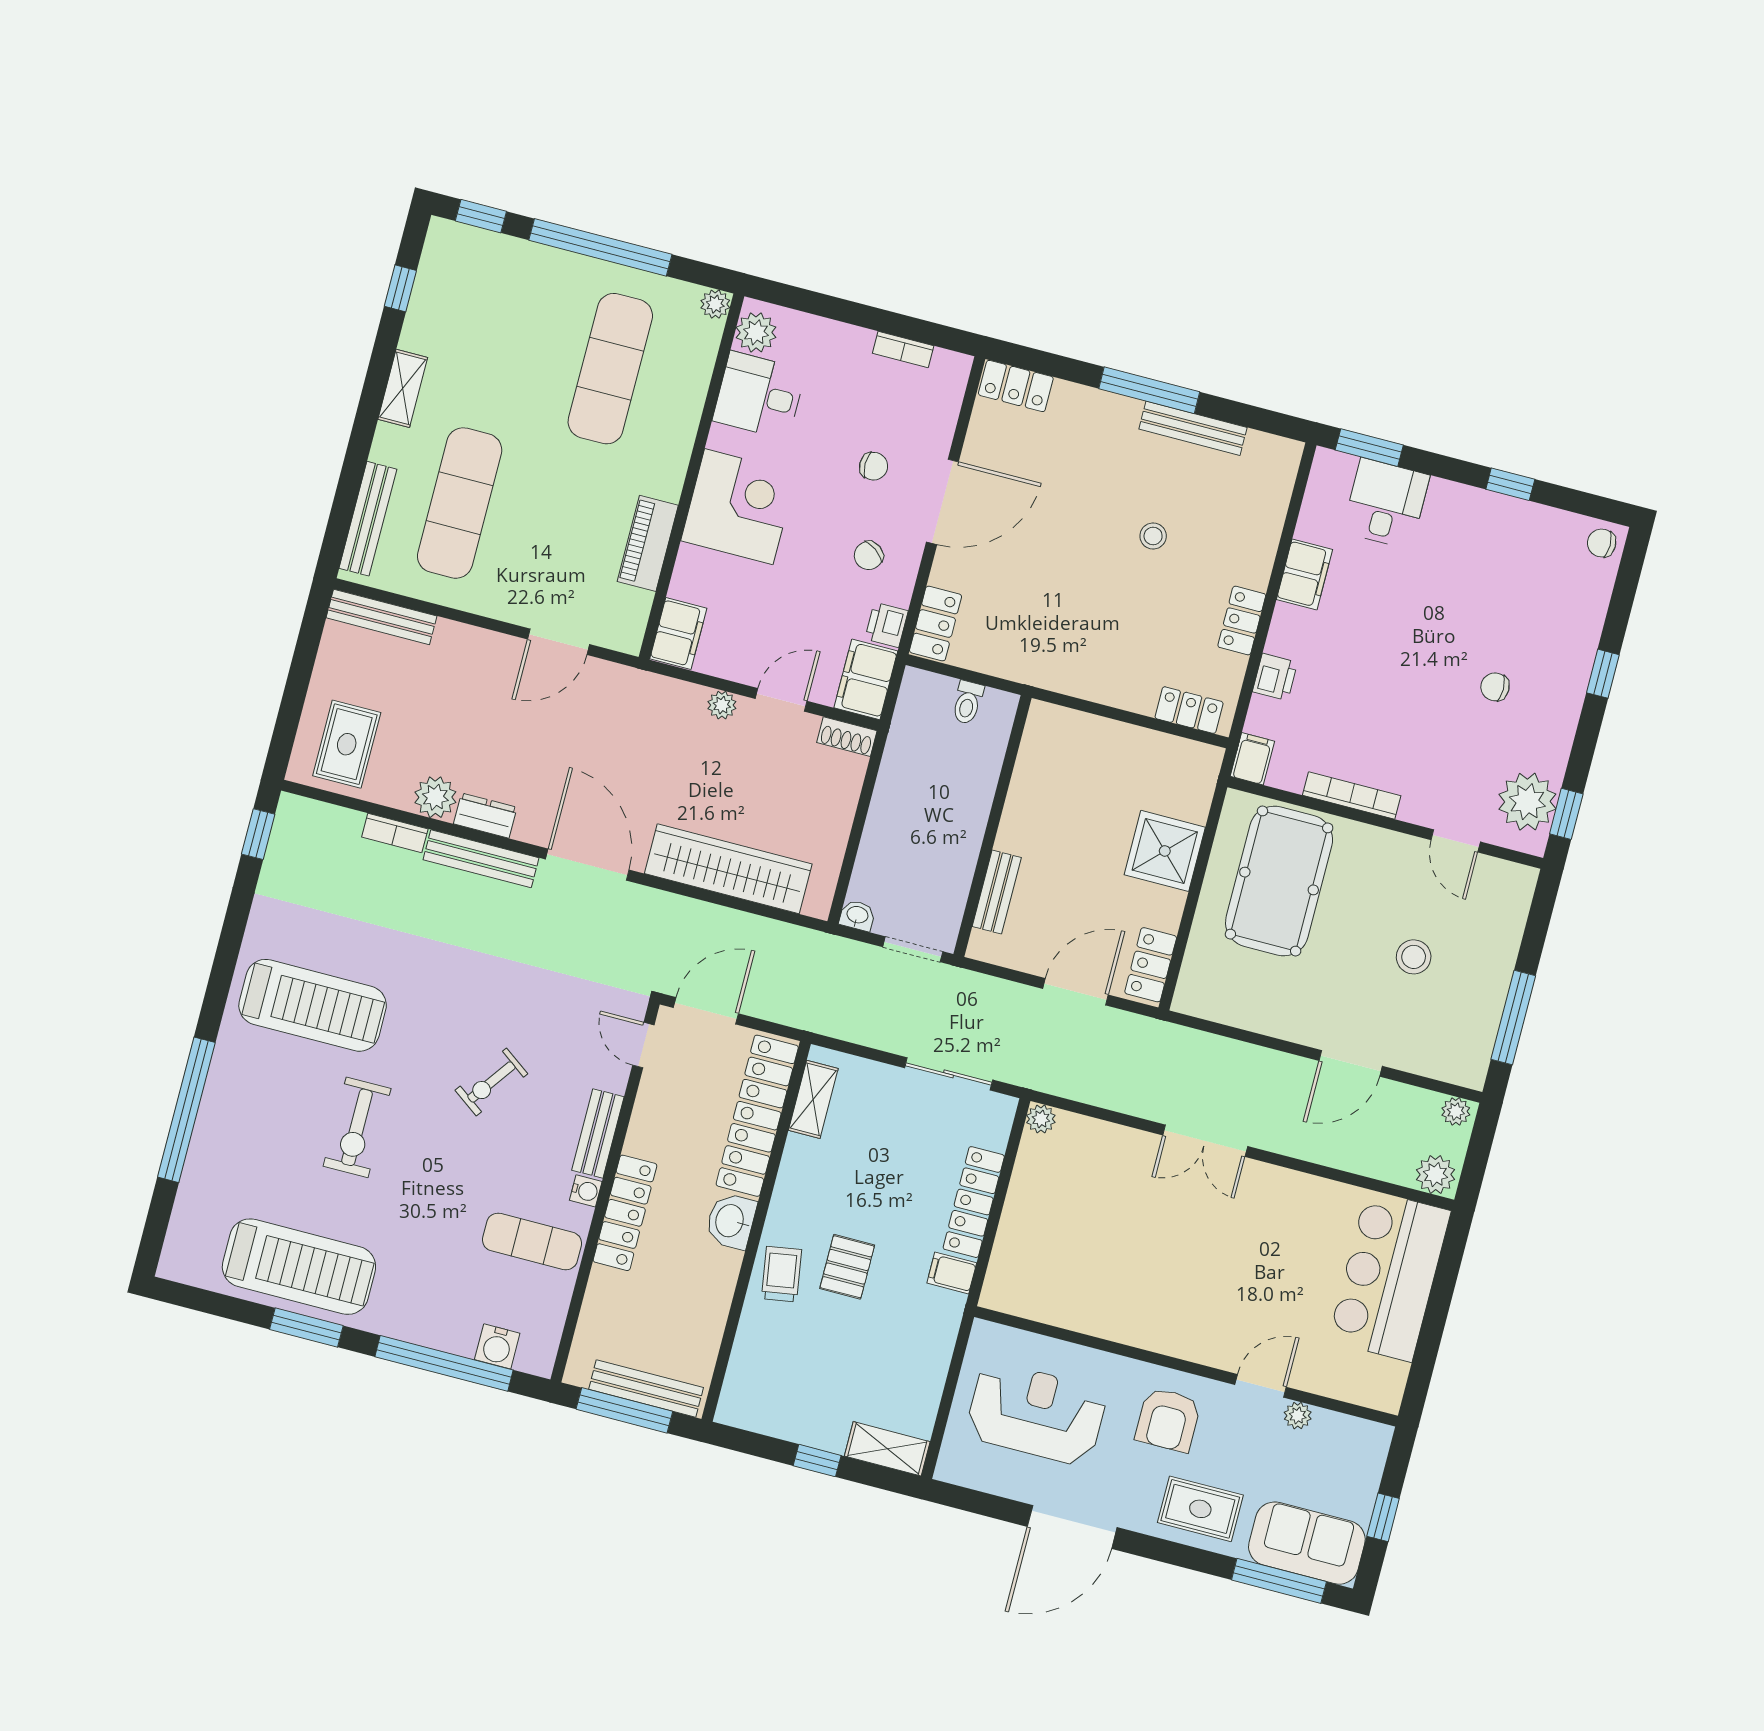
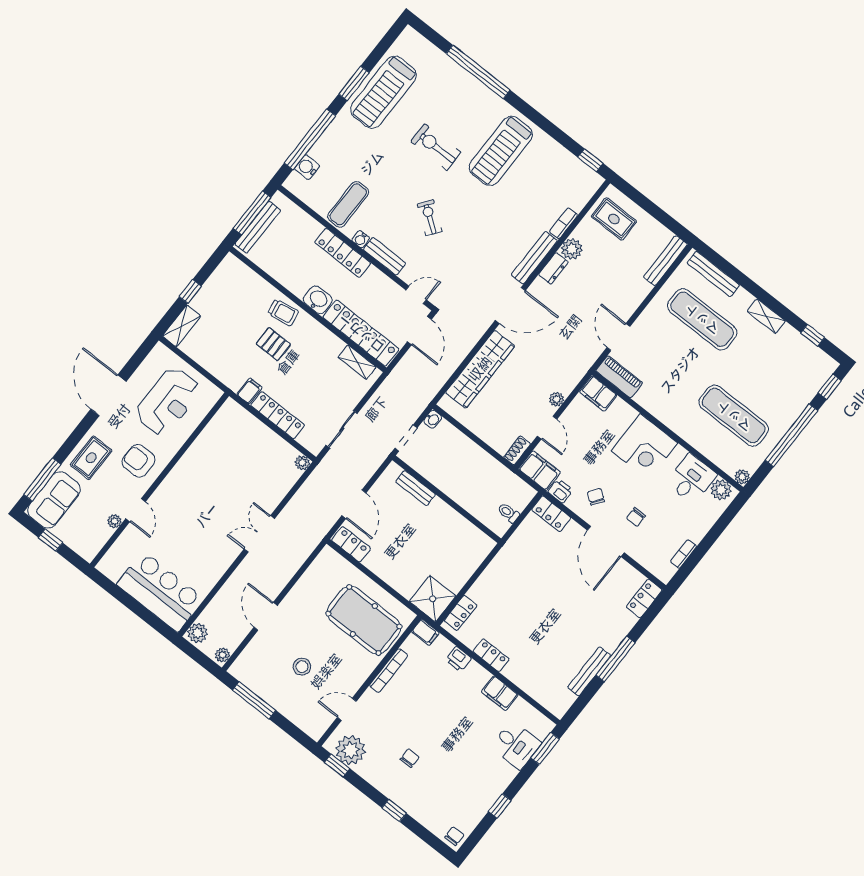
stool: (1153, 536) -> (548, 631), removed
piano: (648, 543) -> (619, 377), moved
shower: (1165, 851) -> (433, 599), moved

